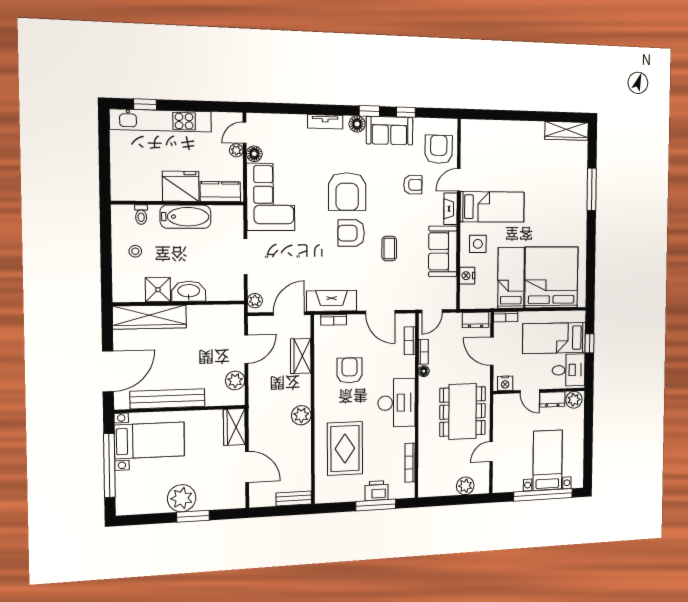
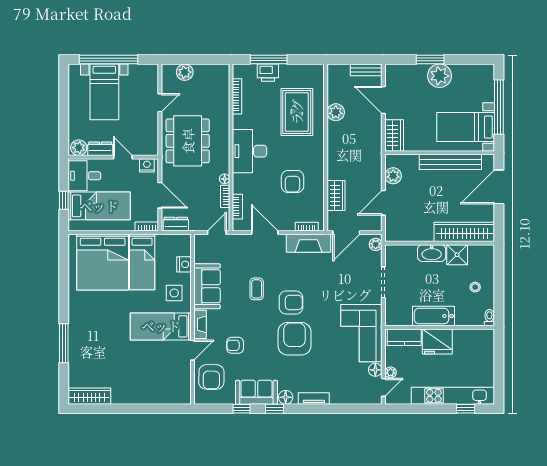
toilet: (141, 215) -> (489, 318), moved
plant: (301, 415) -> (336, 112), moved
bench: (294, 498) -> (366, 70), moved

